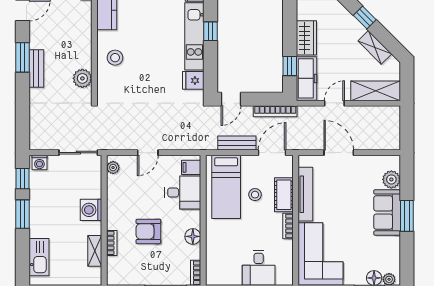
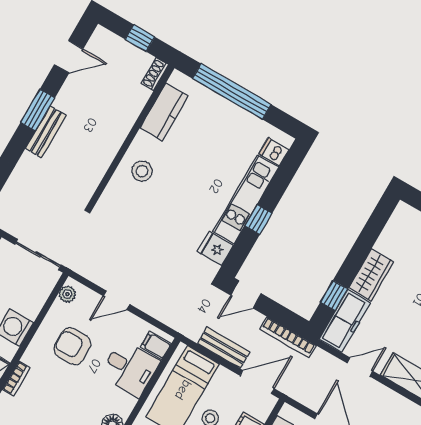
window: (211, 31) -> (259, 220), moved
plant: (82, 78) -> (91, 173), removed
armchair: (148, 231) -> (72, 346), moved

